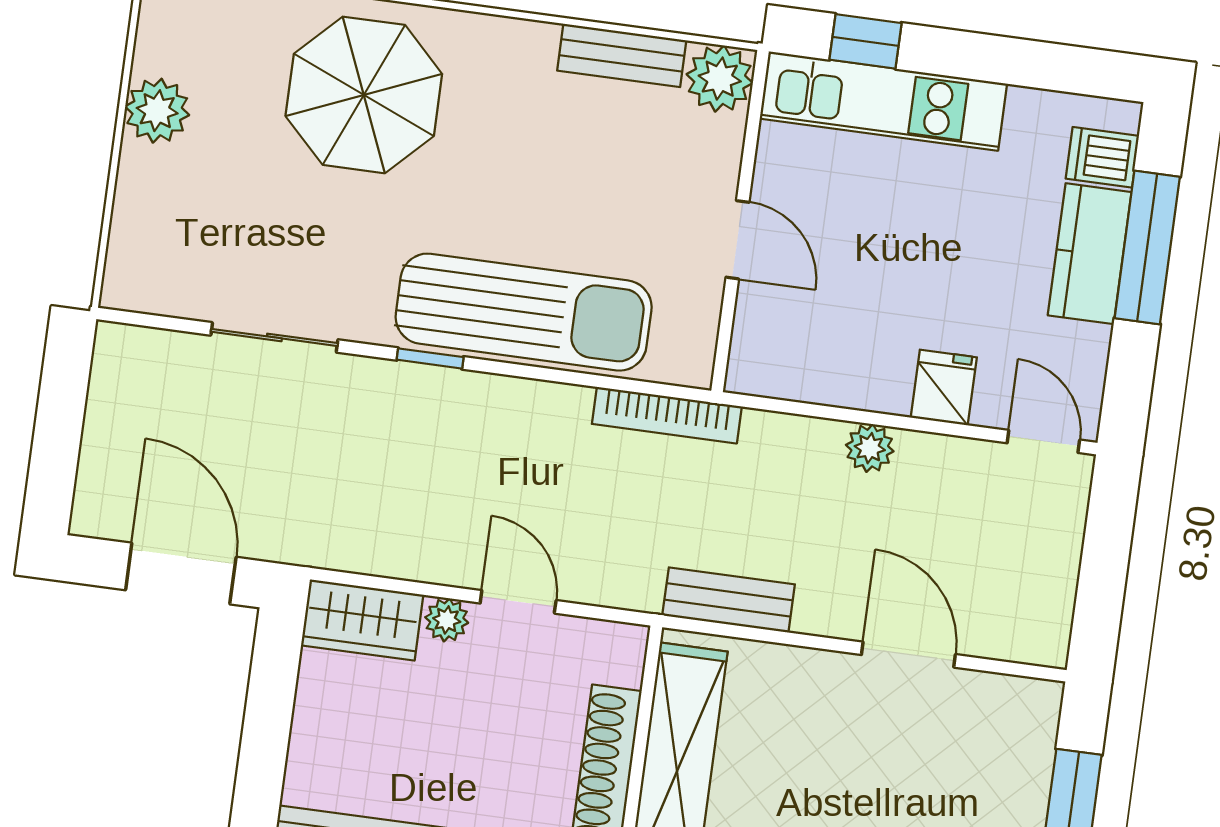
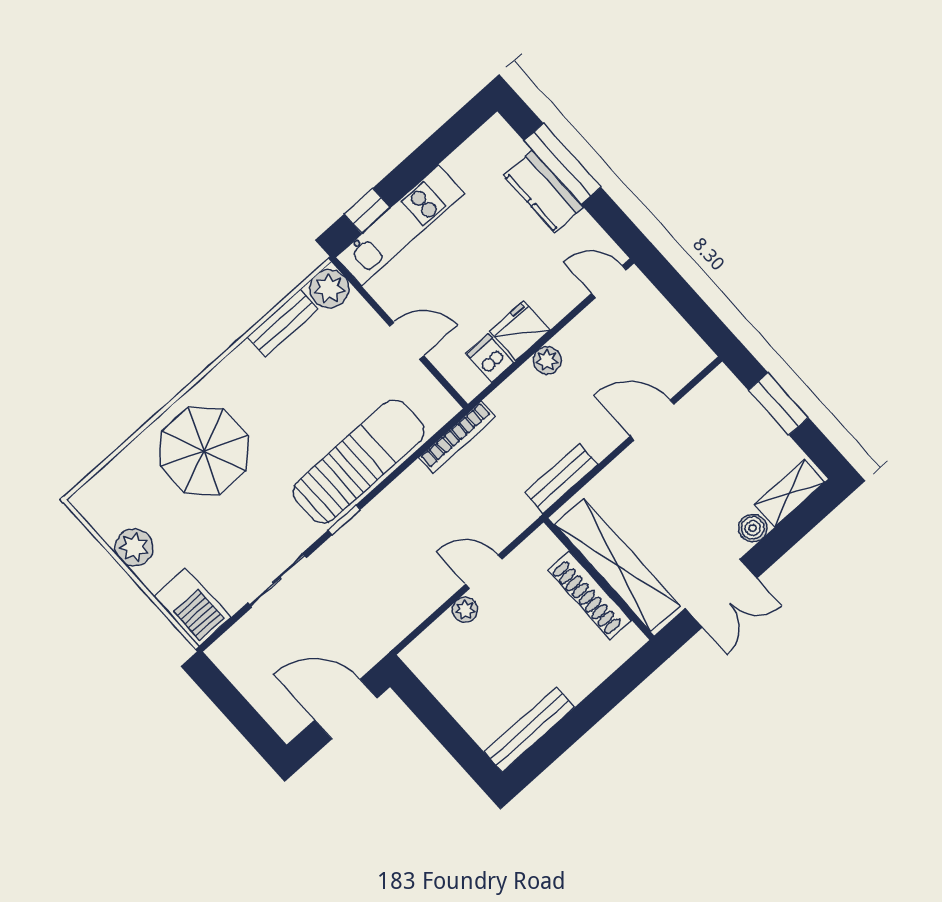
dishwasher: (1102, 157) -> (490, 358), moved, turned 90
barbecue: (143, 255) -> (192, 607), added
fridge: (944, 387) -> (520, 331), moved, width x1.38
wardrobe: (362, 620) -> (434, 647), removed

